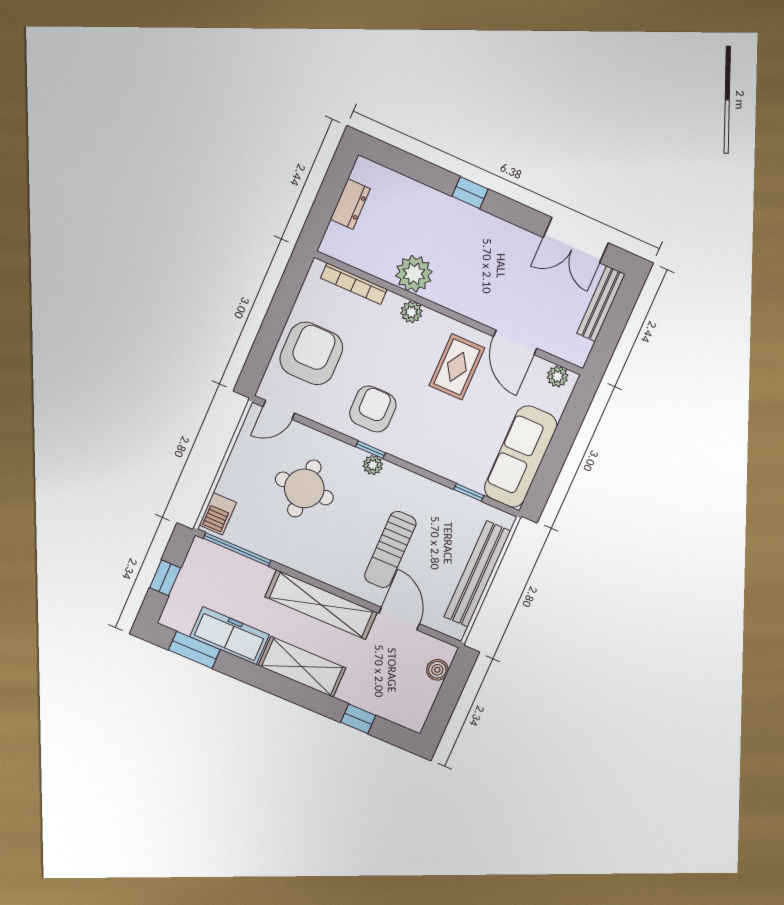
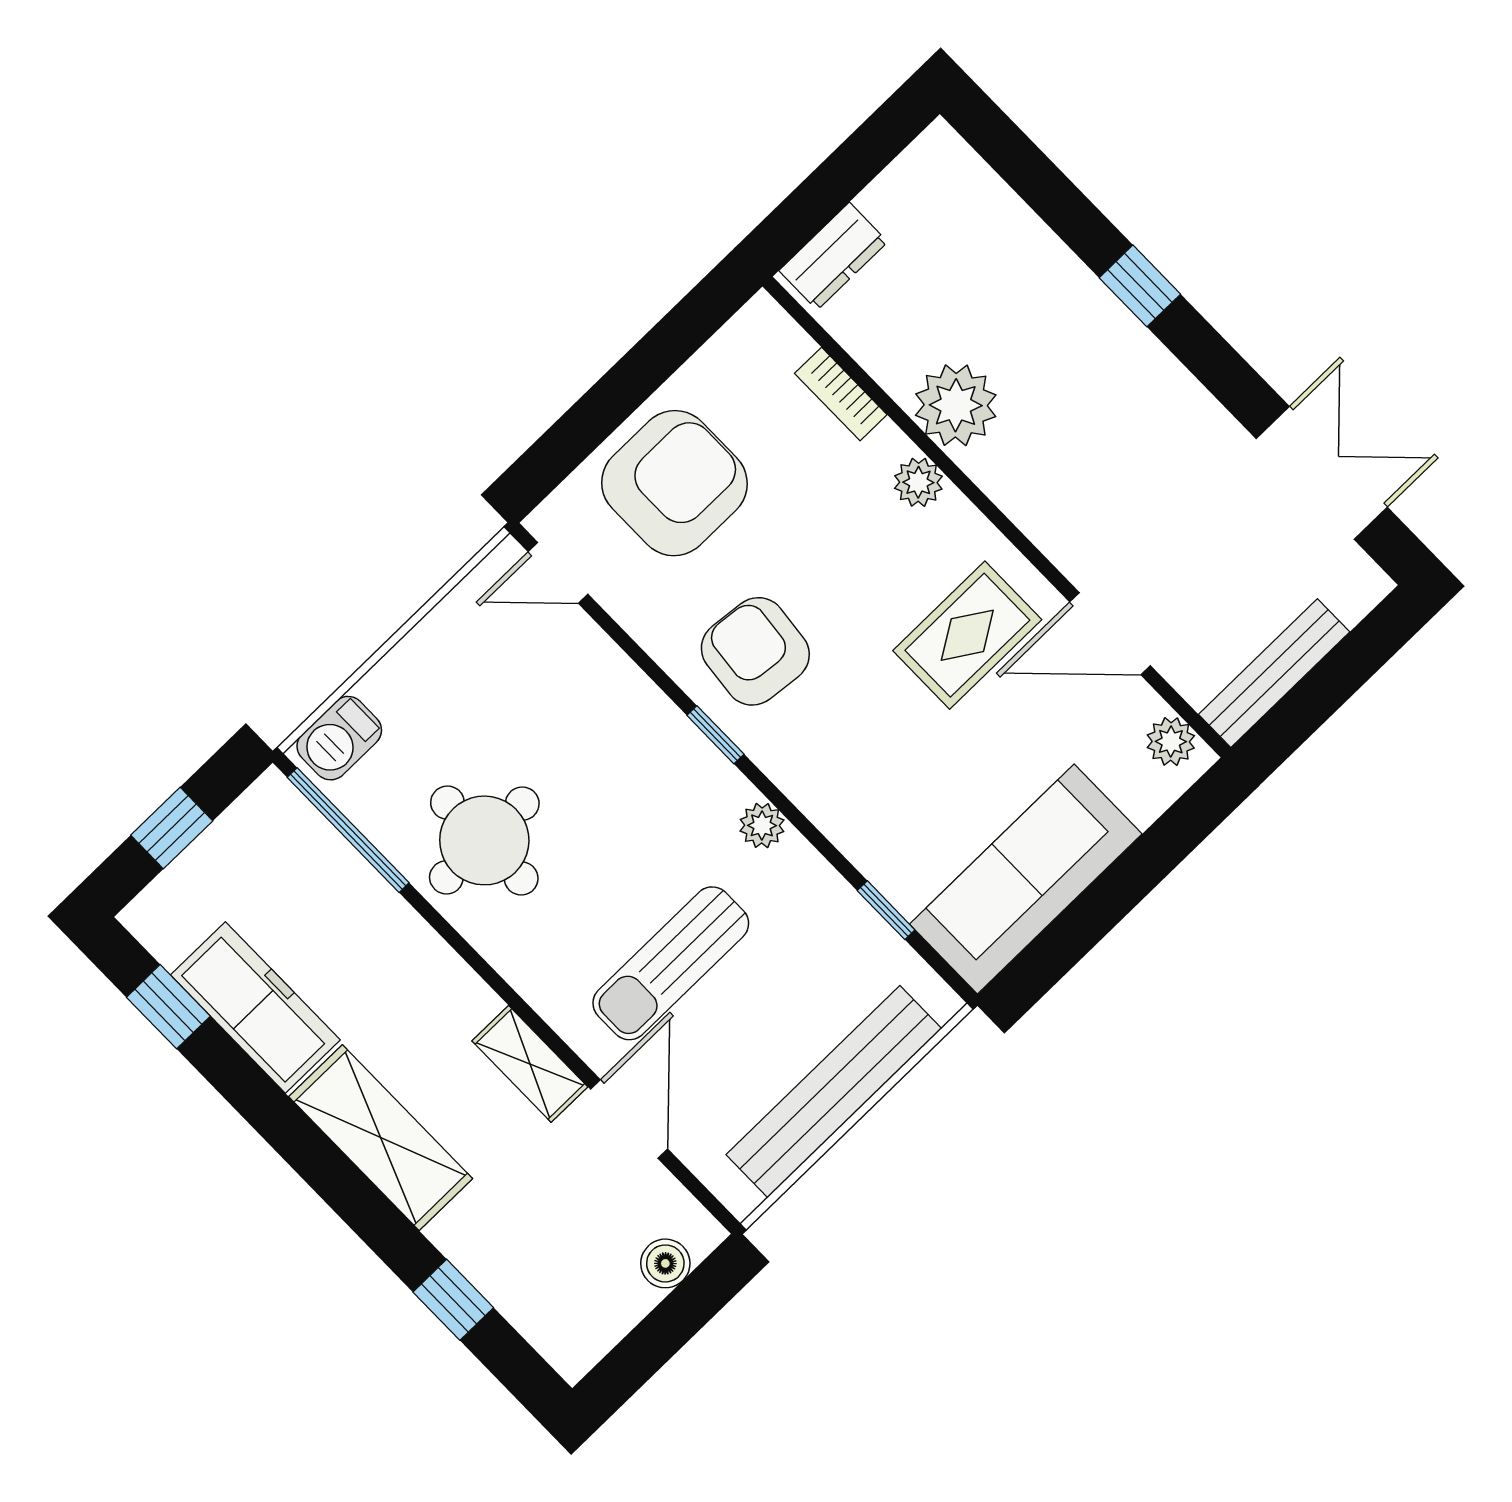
dresser: (350, 204) -> (833, 256), moved
double door: (576, 240) -> (1322, 473), swing flipped
bookcase: (354, 284) -> (841, 394), width x0.64
bench: (601, 304) -> (1274, 673), moved
door: (515, 342) -> (1110, 634), hinge flipped
armchair: (373, 409) -> (755, 651), turned -84
plant: (373, 465) -> (762, 825), moved
round table: (304, 488) -> (484, 840), moved
shelving: (321, 605) -> (530, 1064), width x0.45, depth x0.75
window: (194, 650) -> (168, 1007), width x0.67

